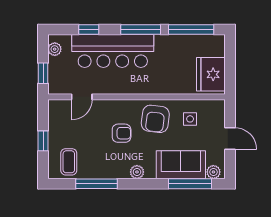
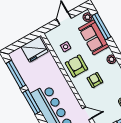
armchair: (155, 119) -> (76, 66), turned -97

